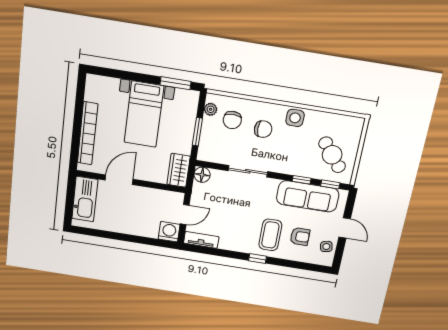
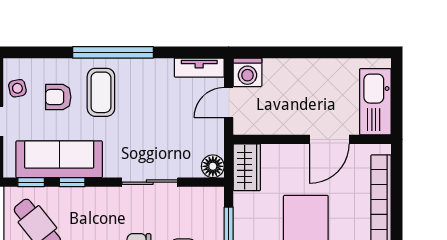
window: (257, 259) -> (113, 52), width x3.17

